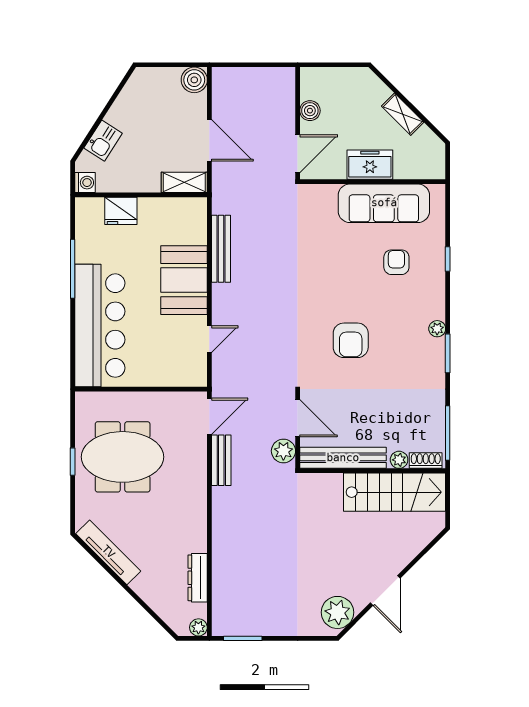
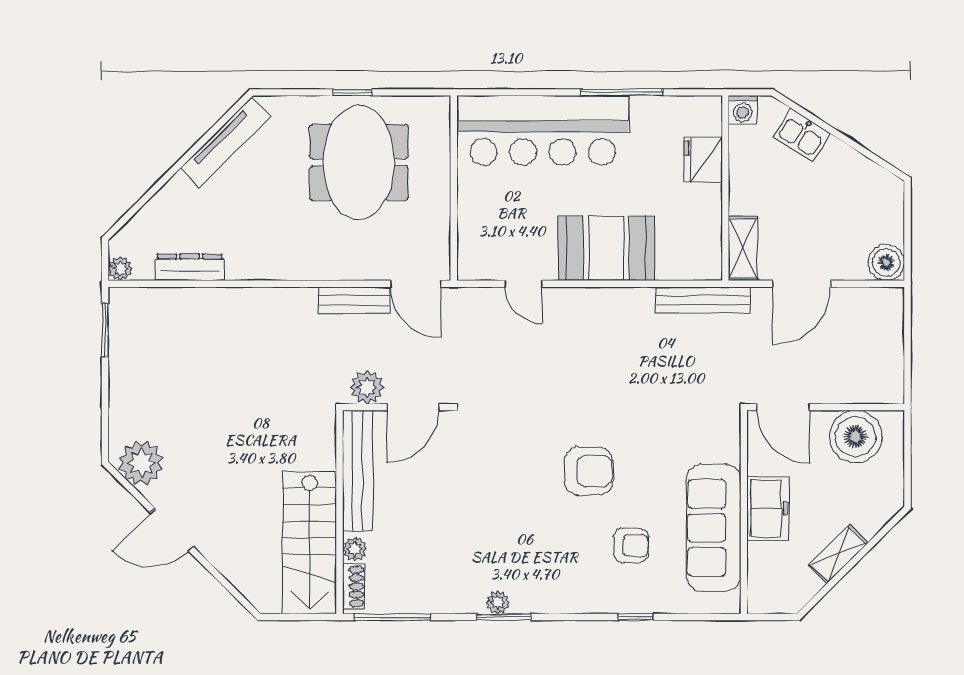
boiler: (310, 111) -> (856, 437), width x1.86, depth x1.86
bench: (221, 249) -> (703, 300), moved
plant: (437, 329) -> (498, 602), moved
armchair: (351, 340) -> (589, 471), moved, turned 180

